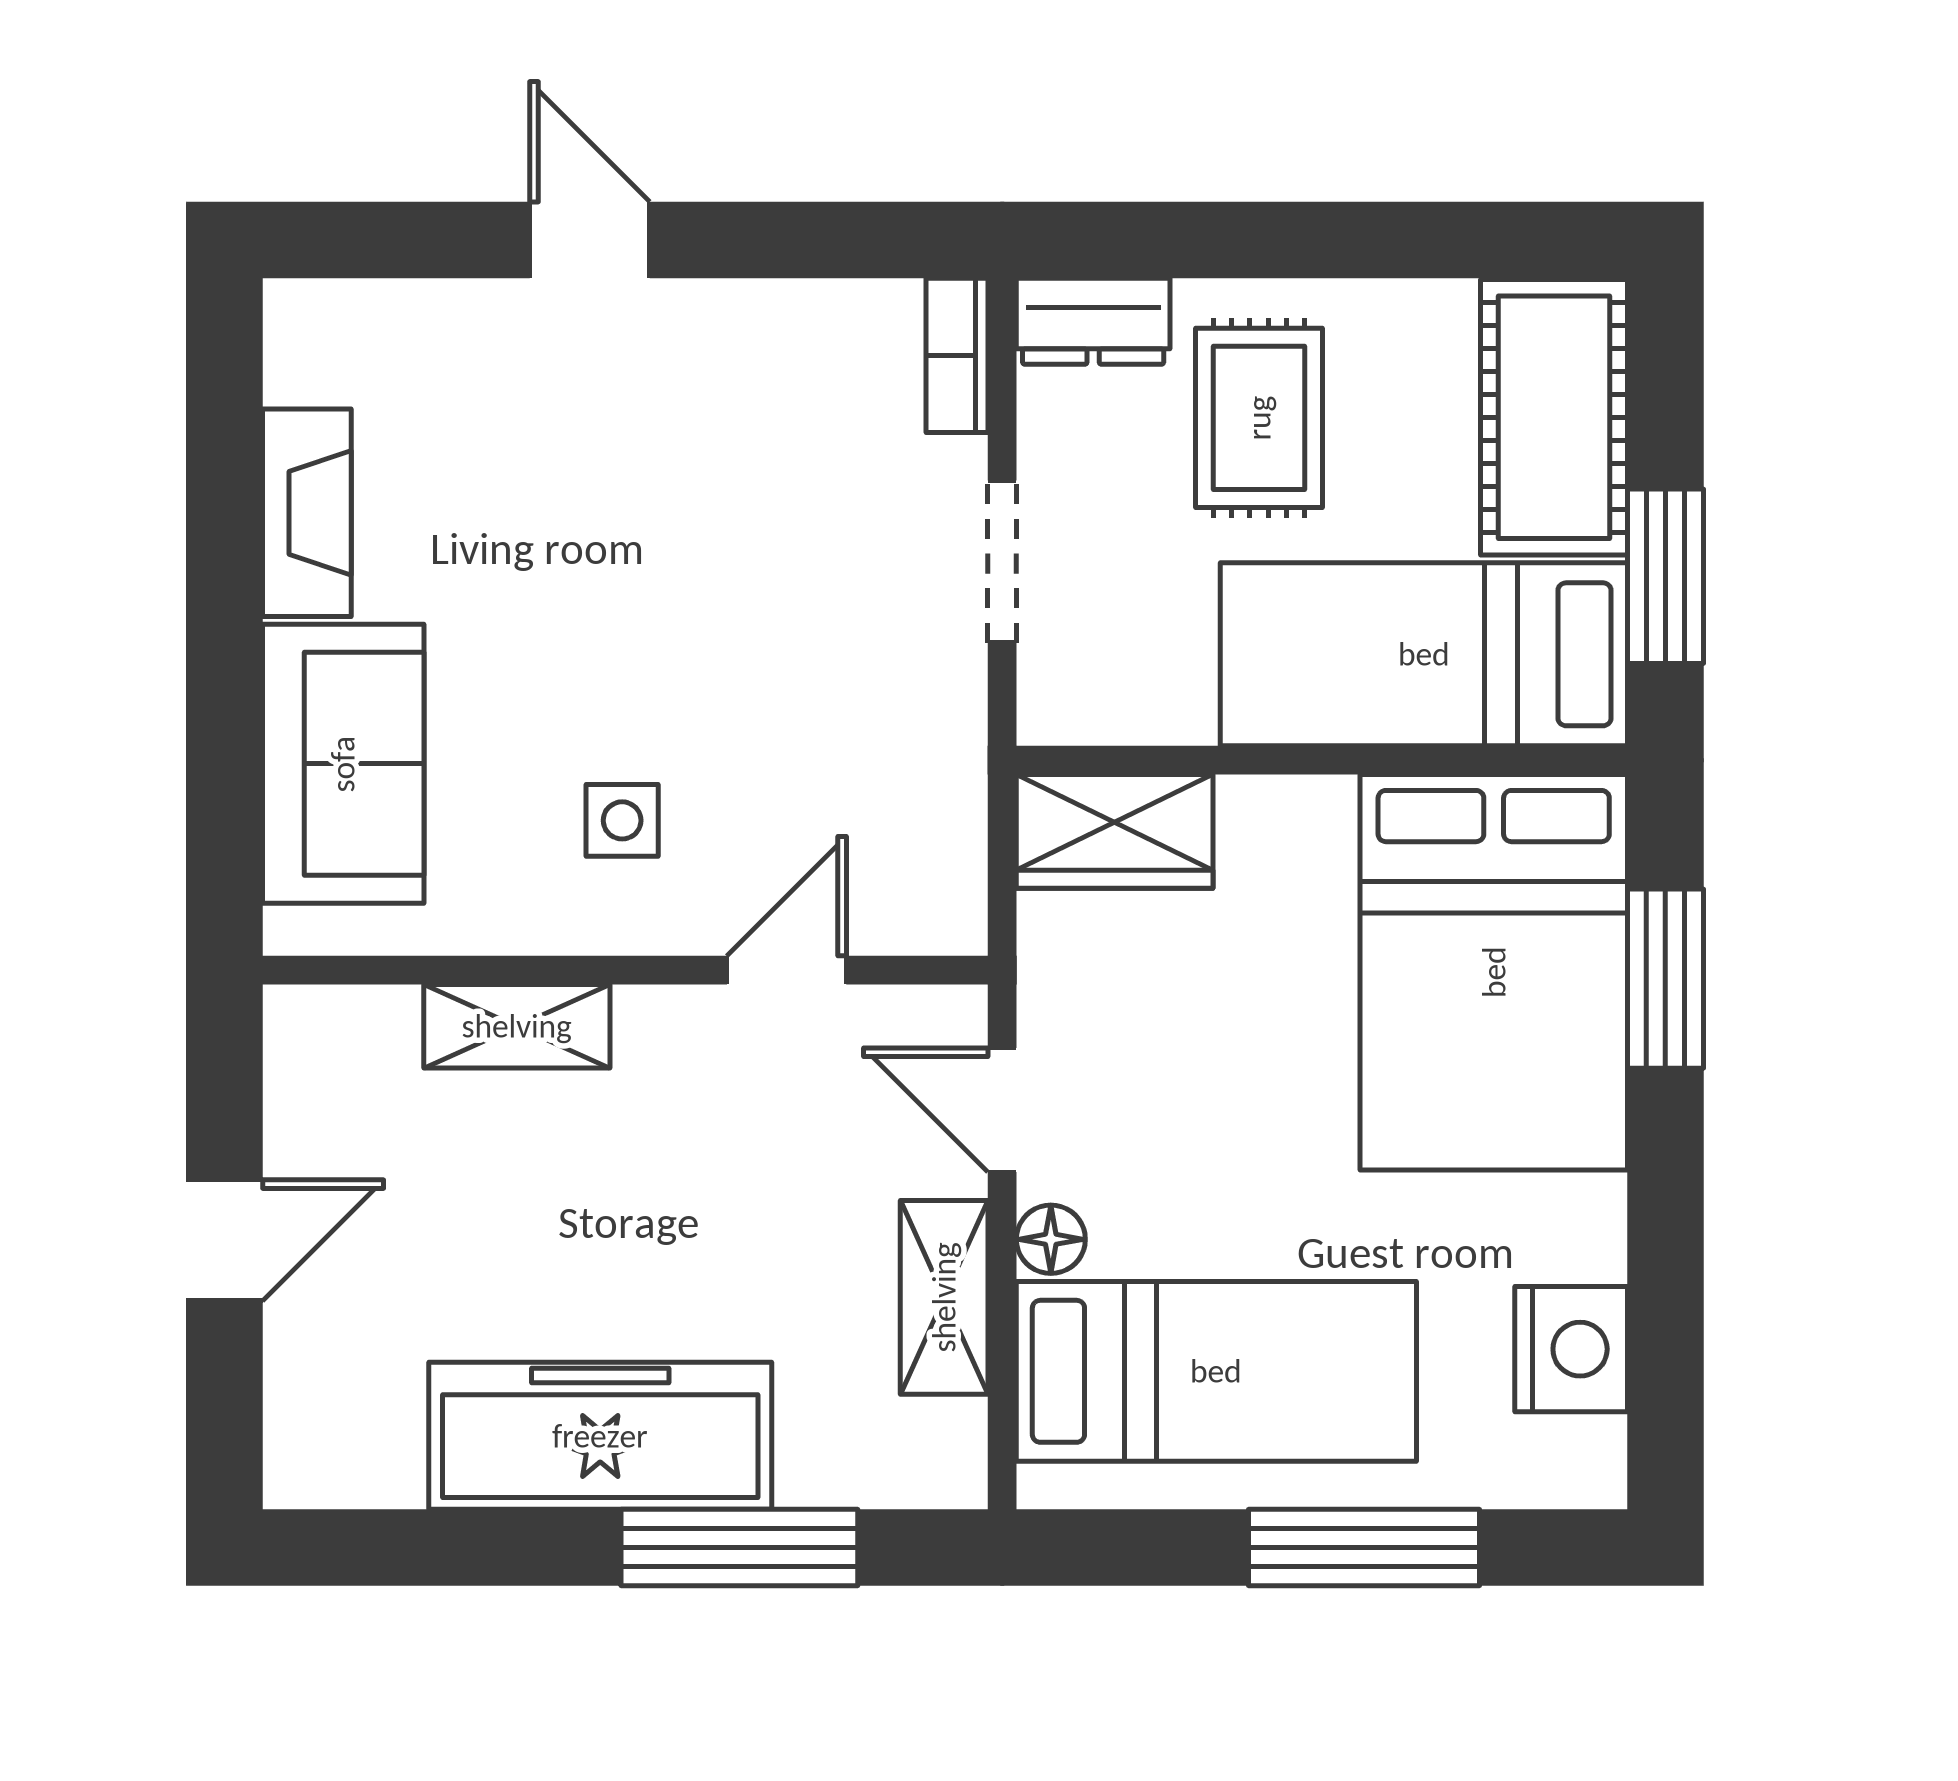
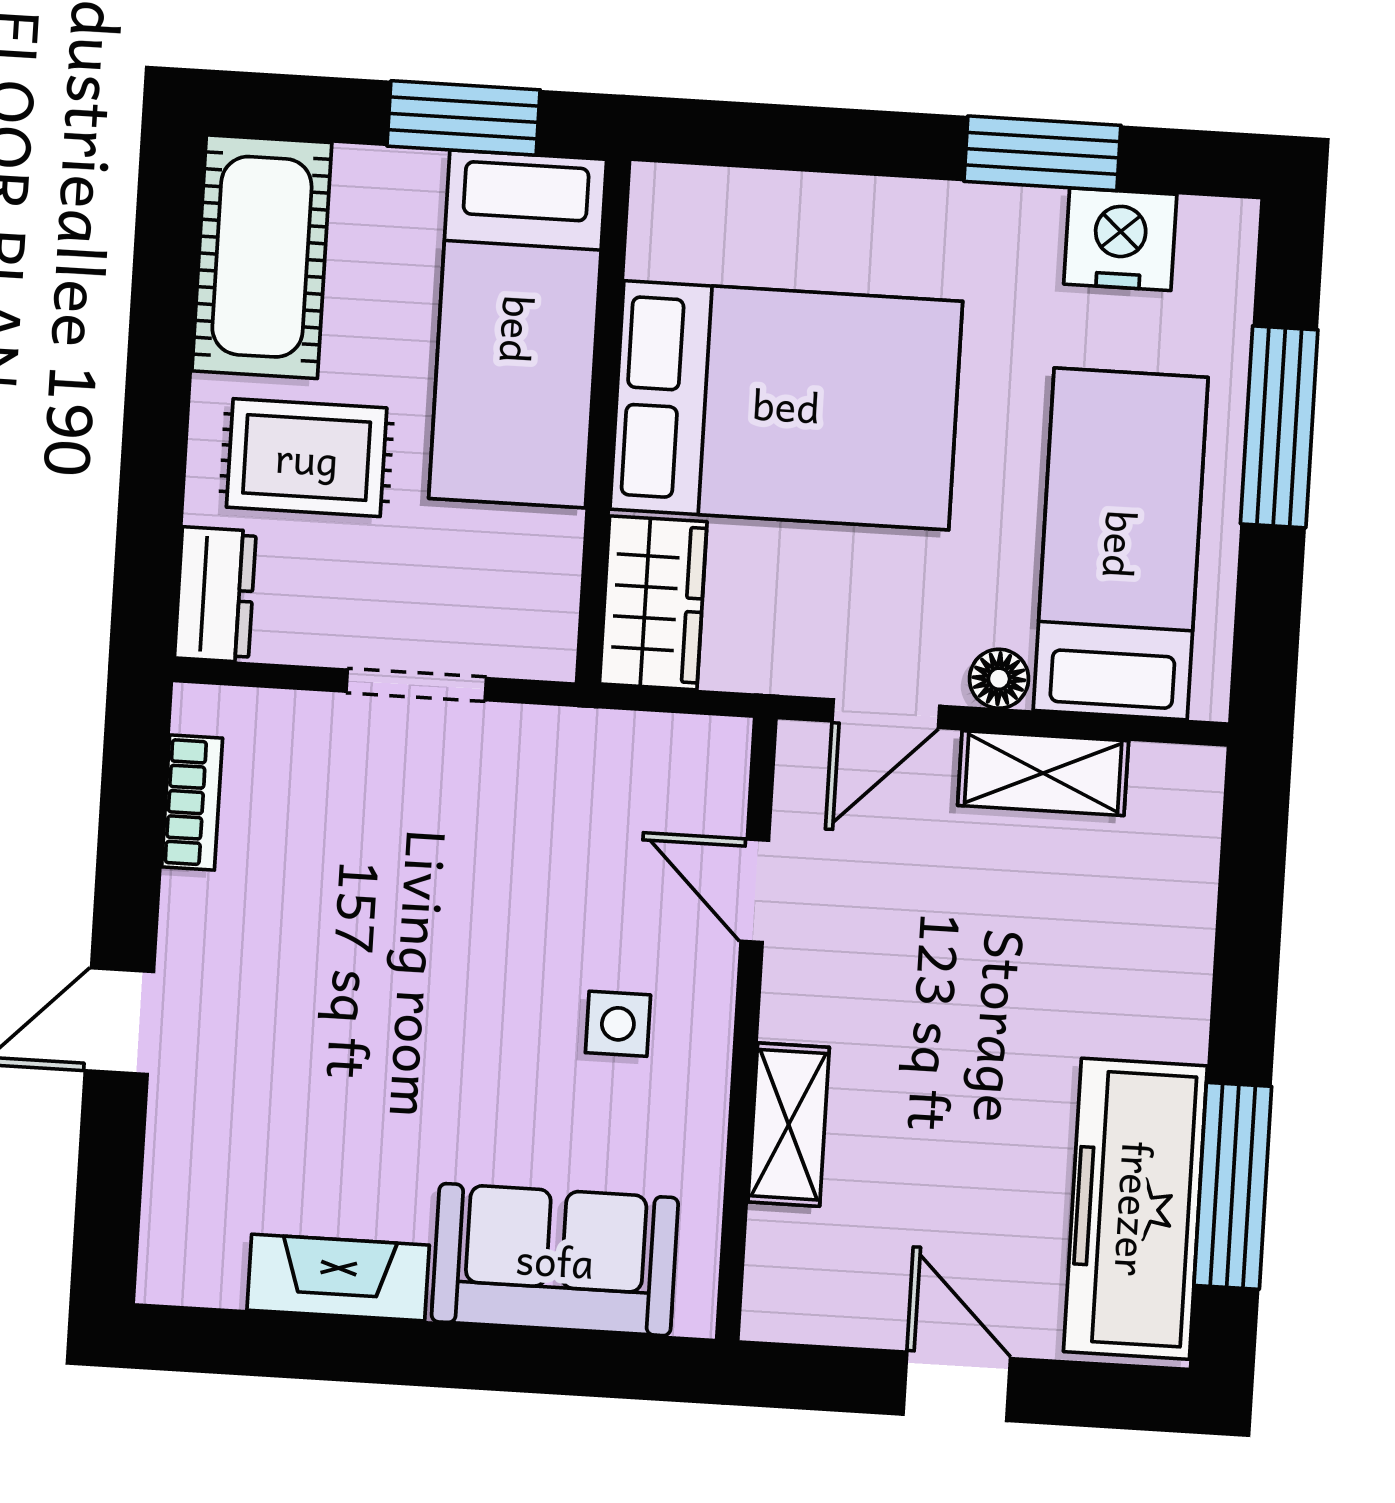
bookcase: (957, 355) -> (192, 802), moved, turned -90
cot: (1554, 417) -> (262, 257), moved, turned 90
bed: (1494, 972) -> (786, 405), moved
window: (1665, 979) -> (1042, 153), moved
freezer: (600, 1436) -> (1135, 1209), moved
window: (739, 1548) -> (1233, 1186), moved

